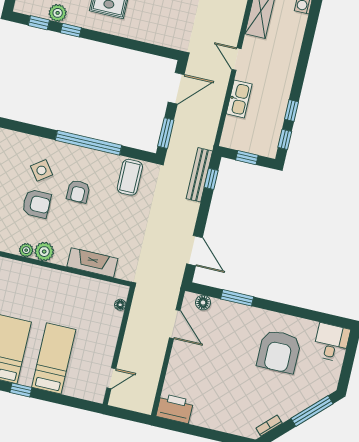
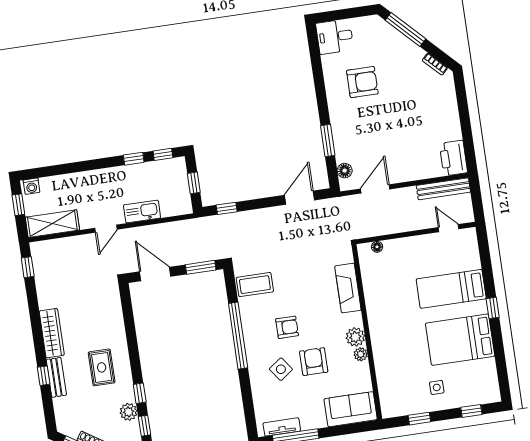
bench: (199, 175) -> (443, 189), moved
armchair: (279, 352) -> (362, 82), width x0.73, depth x0.73

